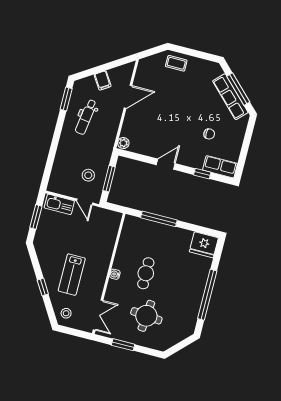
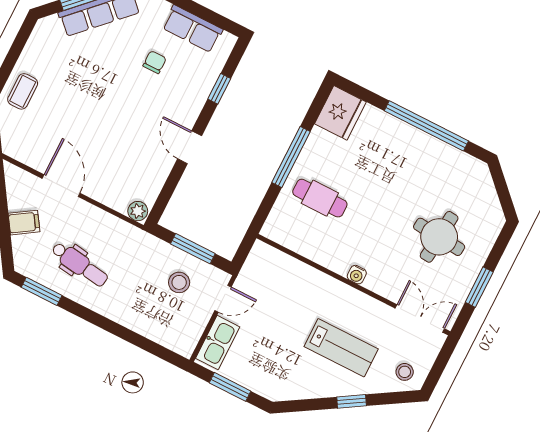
row of seats: (220, 167) -> (192, 29), moved, turned -90
window: (159, 219) -> (291, 157), moved
cafe table: (146, 273) -> (320, 198), moved

